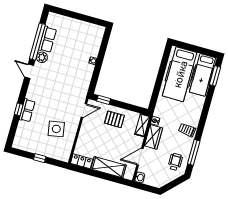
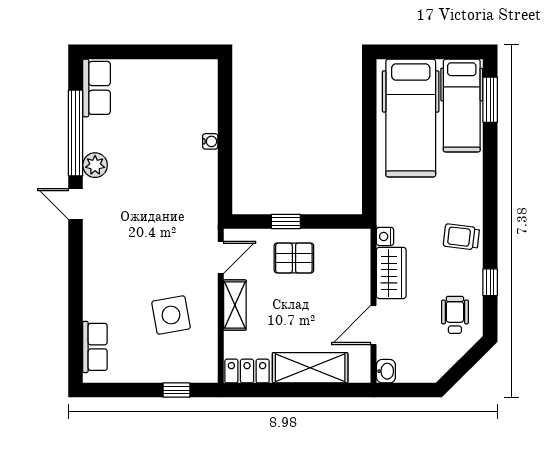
row of seats: (48, 39) -> (97, 88), moved
window: (104, 100) -> (286, 221), moved
window: (19, 109) -> (76, 295), removed
row of seats: (27, 110) -> (95, 347), moved
shelving: (142, 125) -> (235, 305), moved
window: (194, 152) -> (490, 282), width x0.46
window: (40, 158) -> (176, 390), moved

